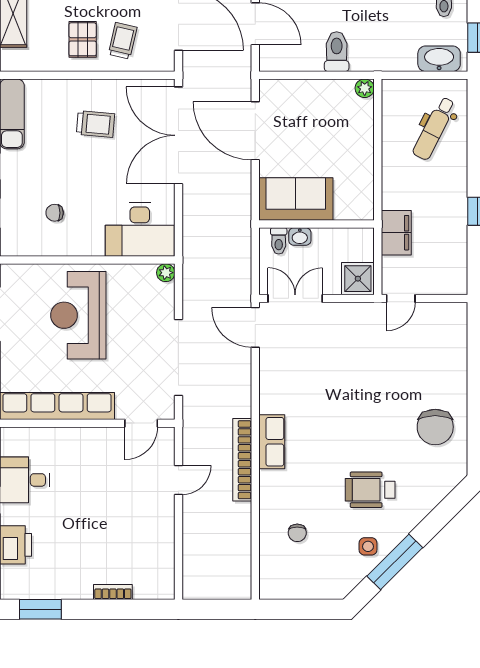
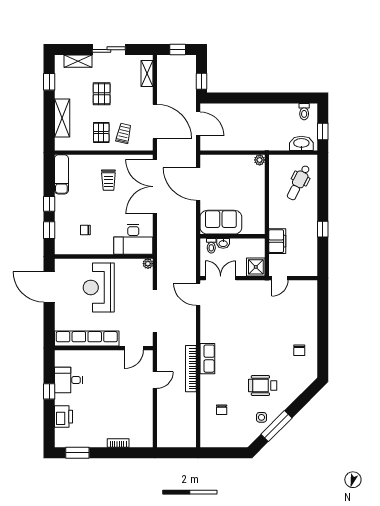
toilet: (337, 52) -> (244, 139), removed
trolley: (96, 124) -> (108, 180), turned 85
chair: (435, 427) -> (299, 350), width x0.54, depth x0.54

